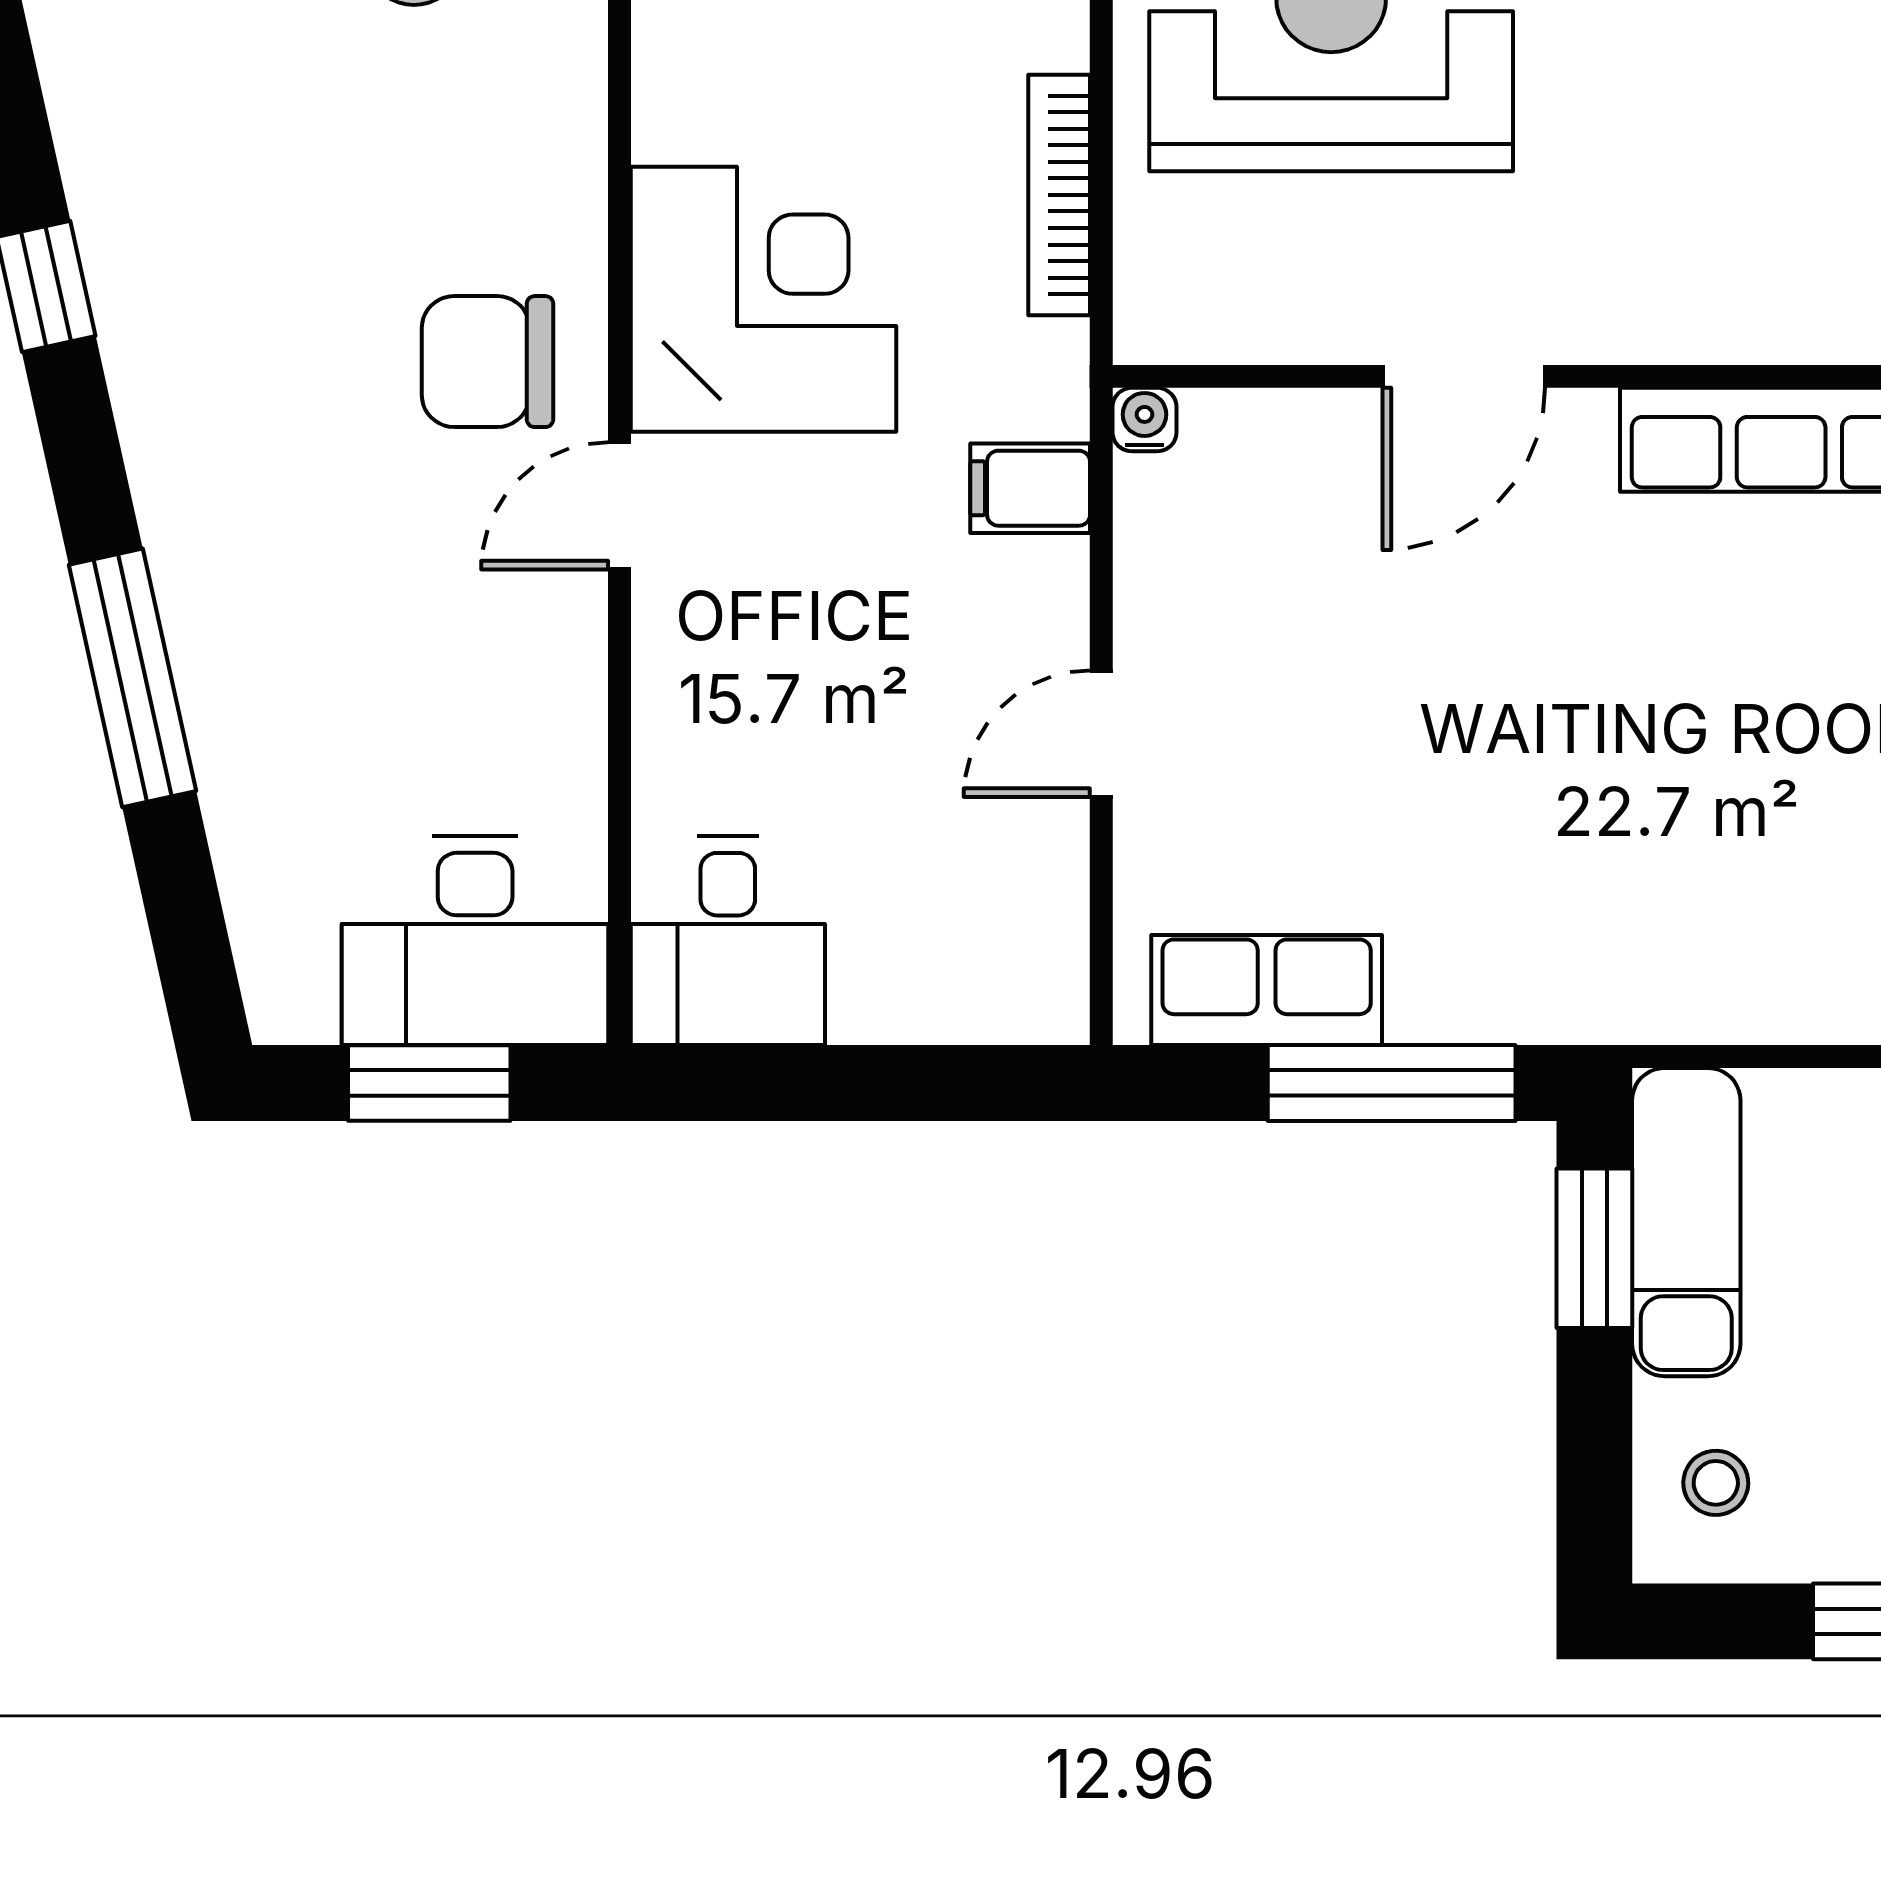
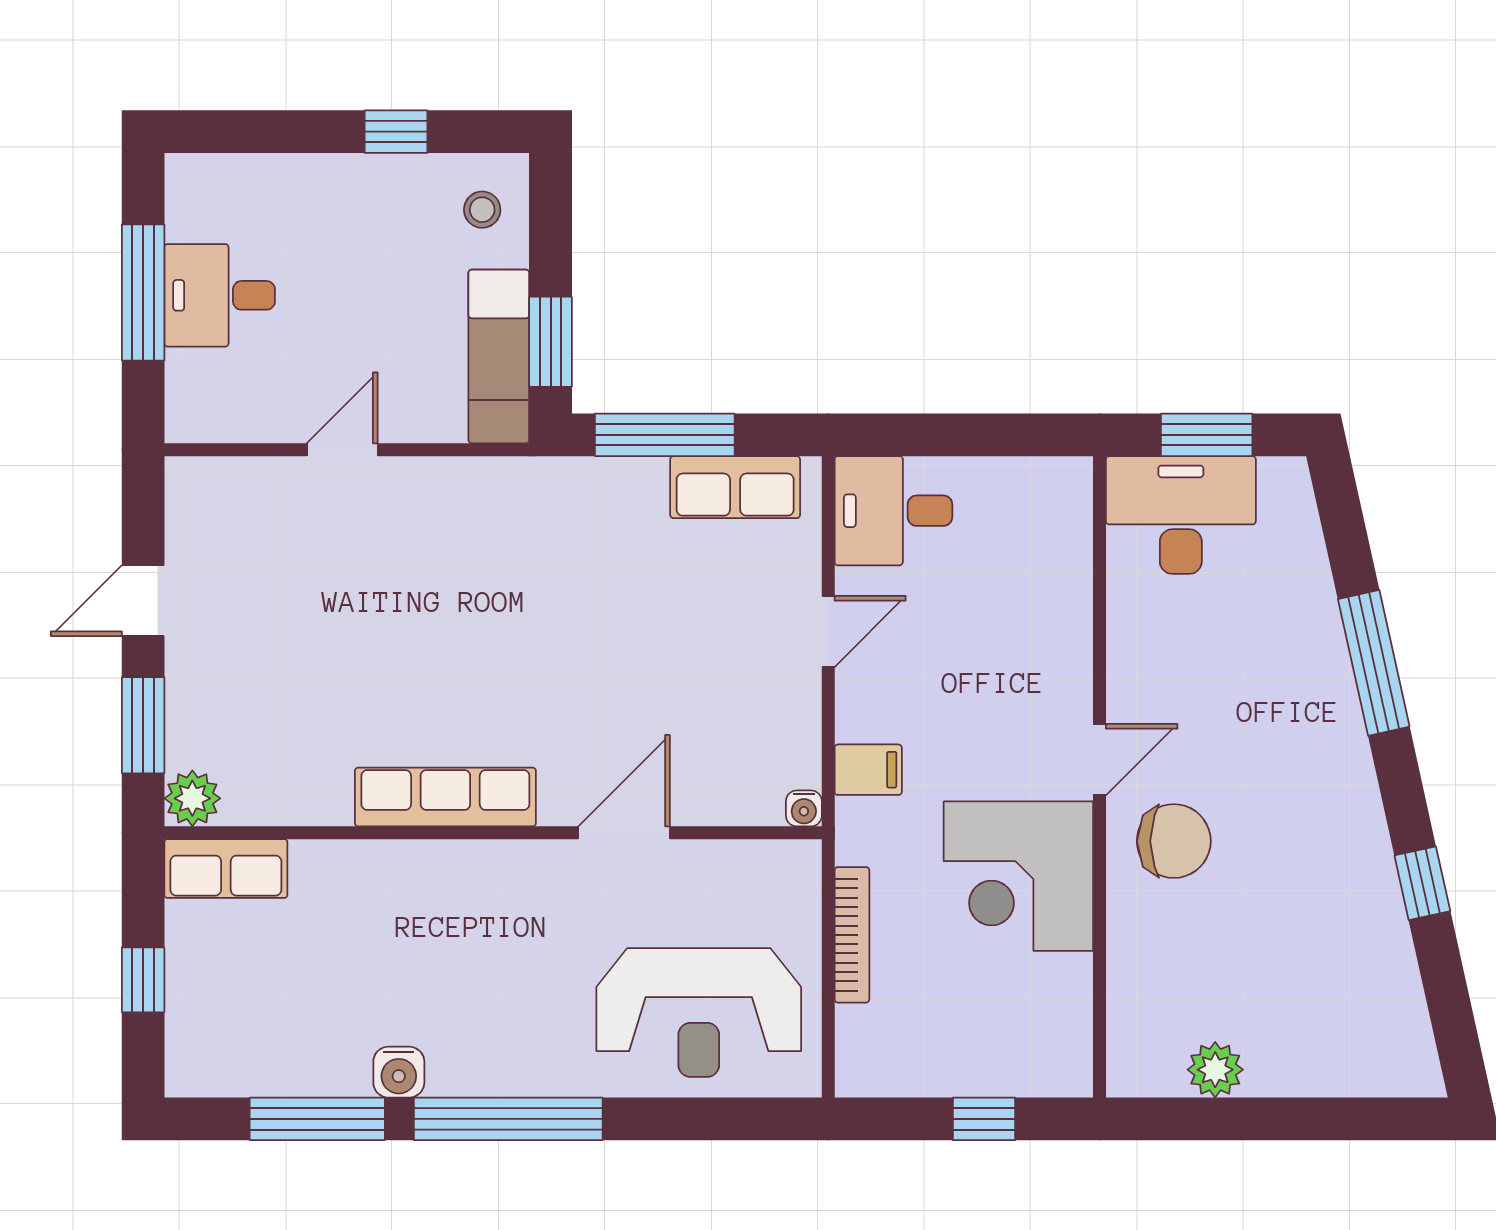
desk: (728, 941) -> (893, 511), moved, turned -90

